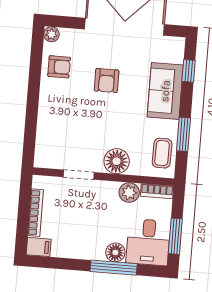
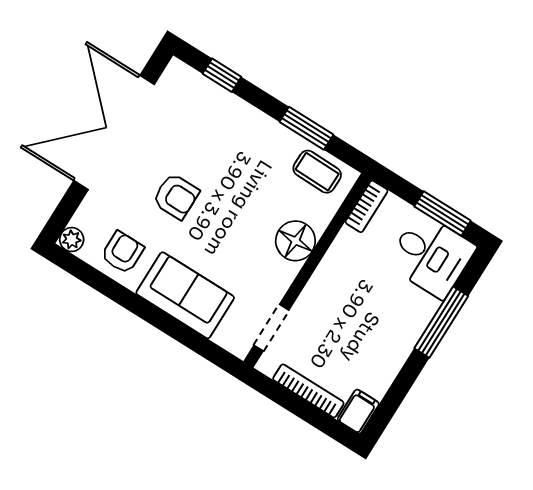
sofa: (165, 91) -> (185, 295), moved, turned 180
doorway: (79, 175) -> (271, 328), moved
plant: (129, 193) -> (348, 246), removed
floor lamp: (115, 252) -> (422, 309), removed

